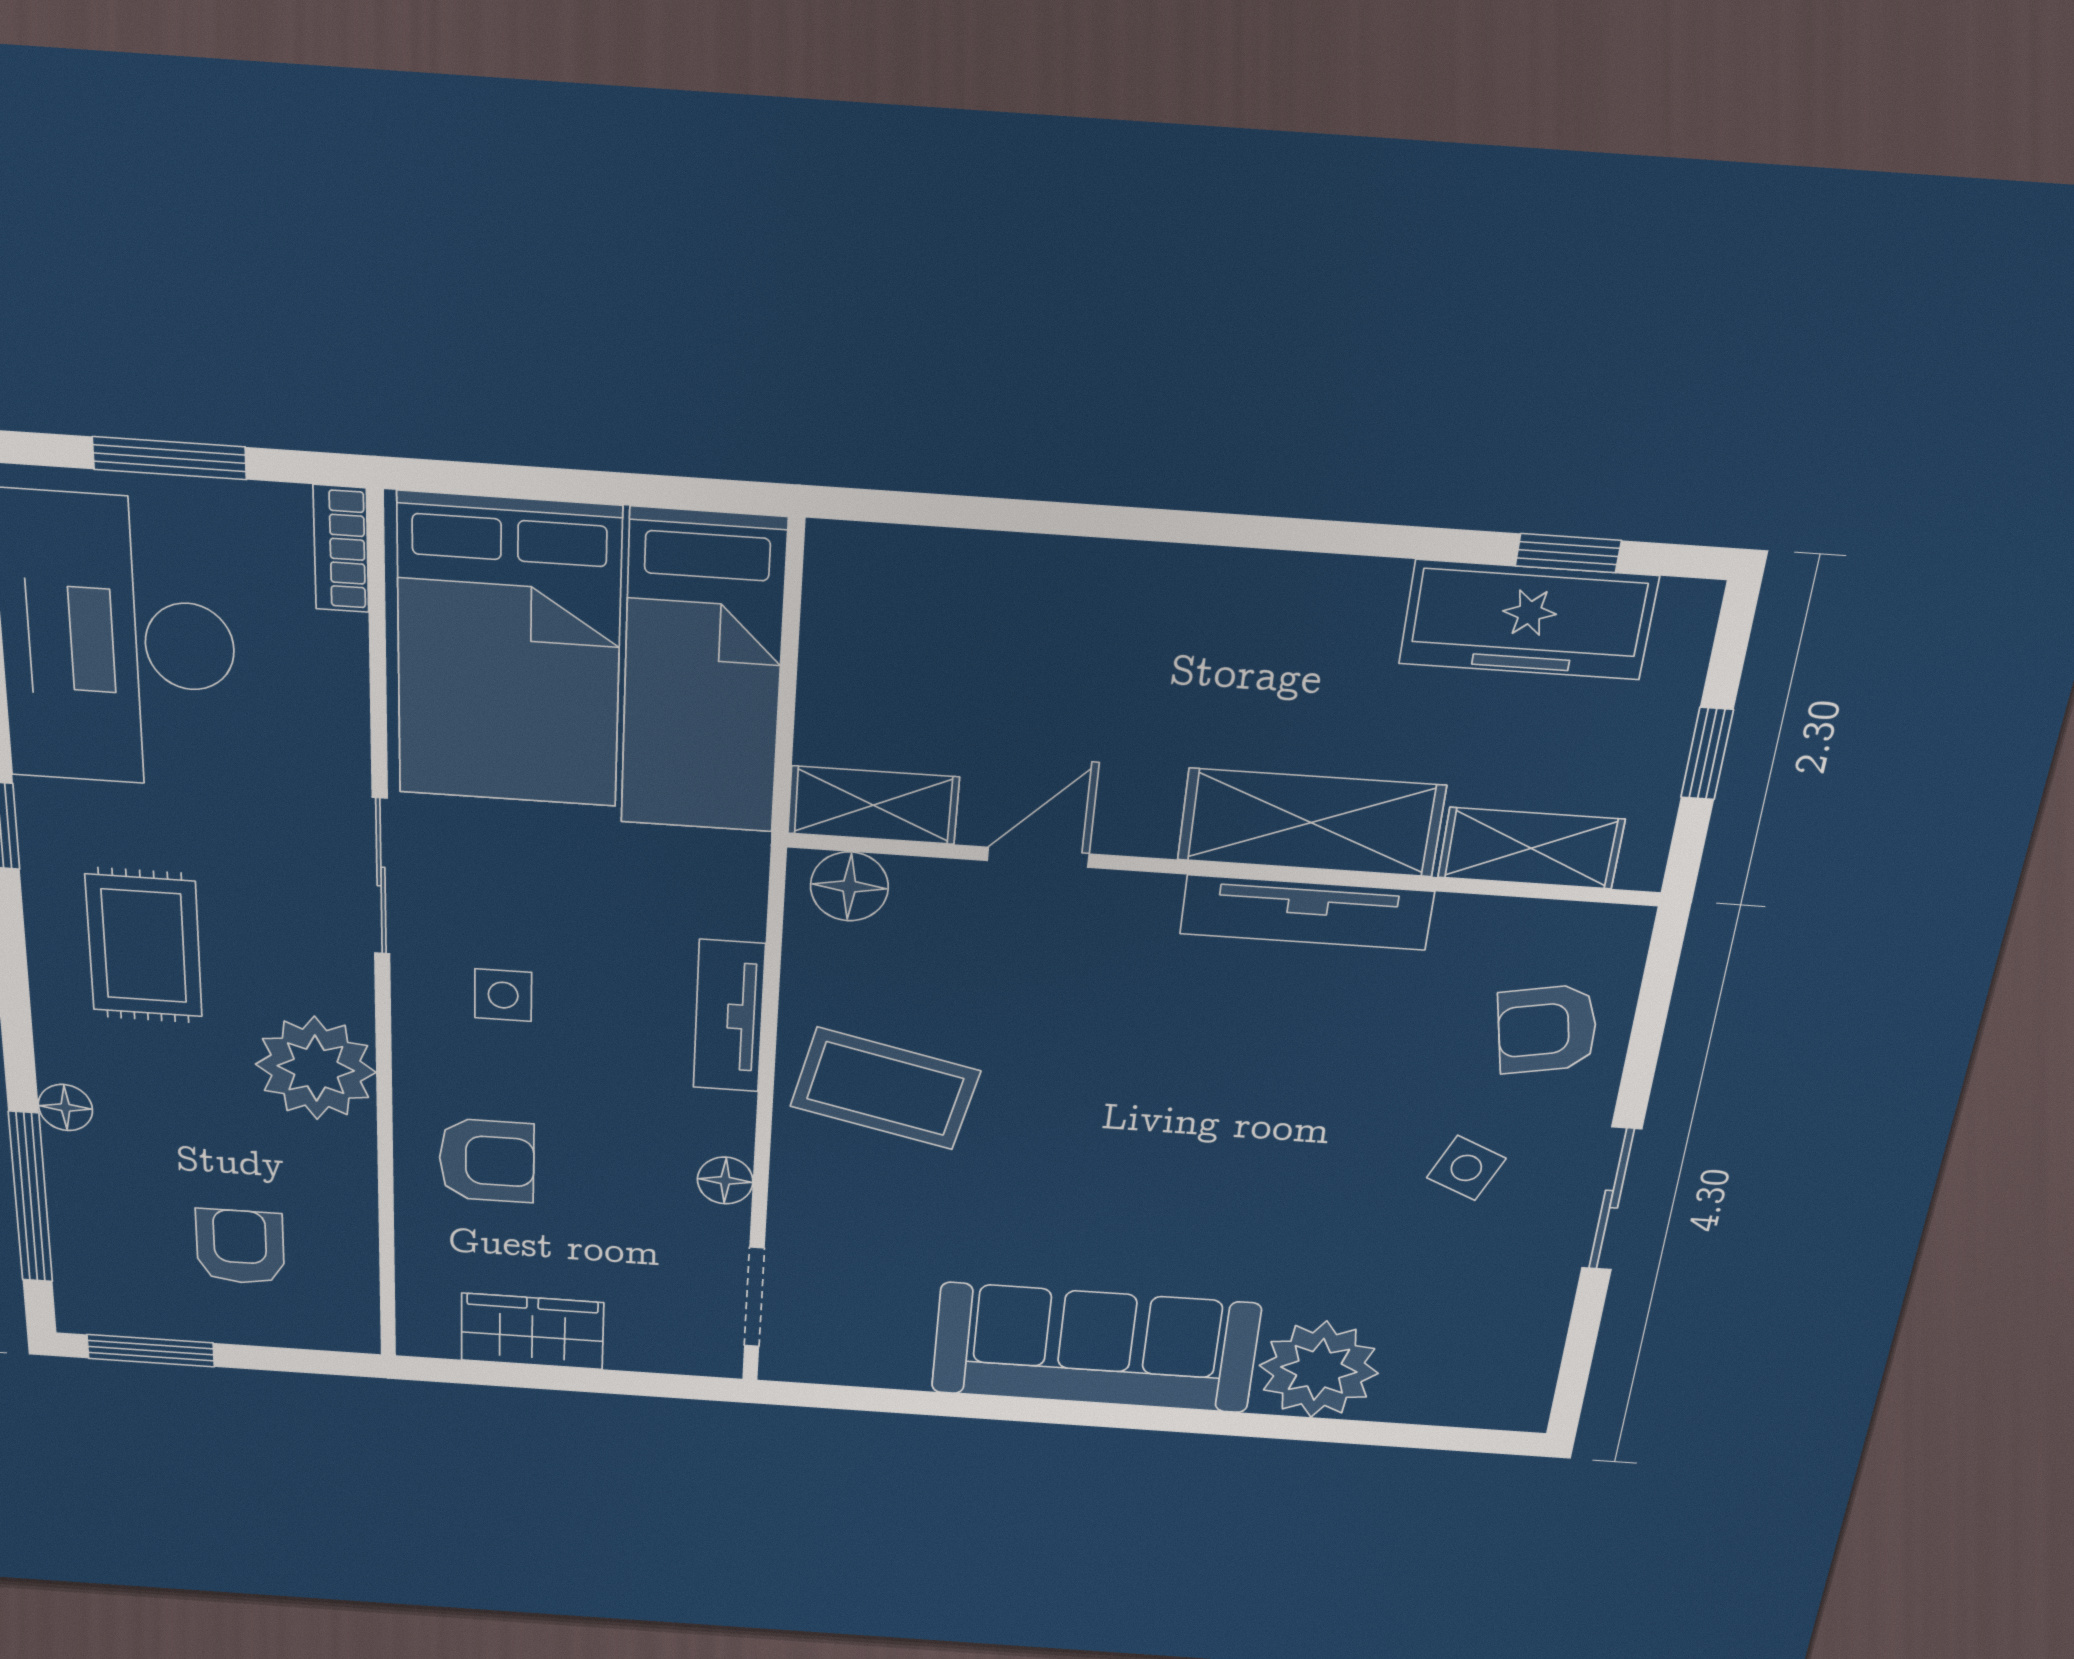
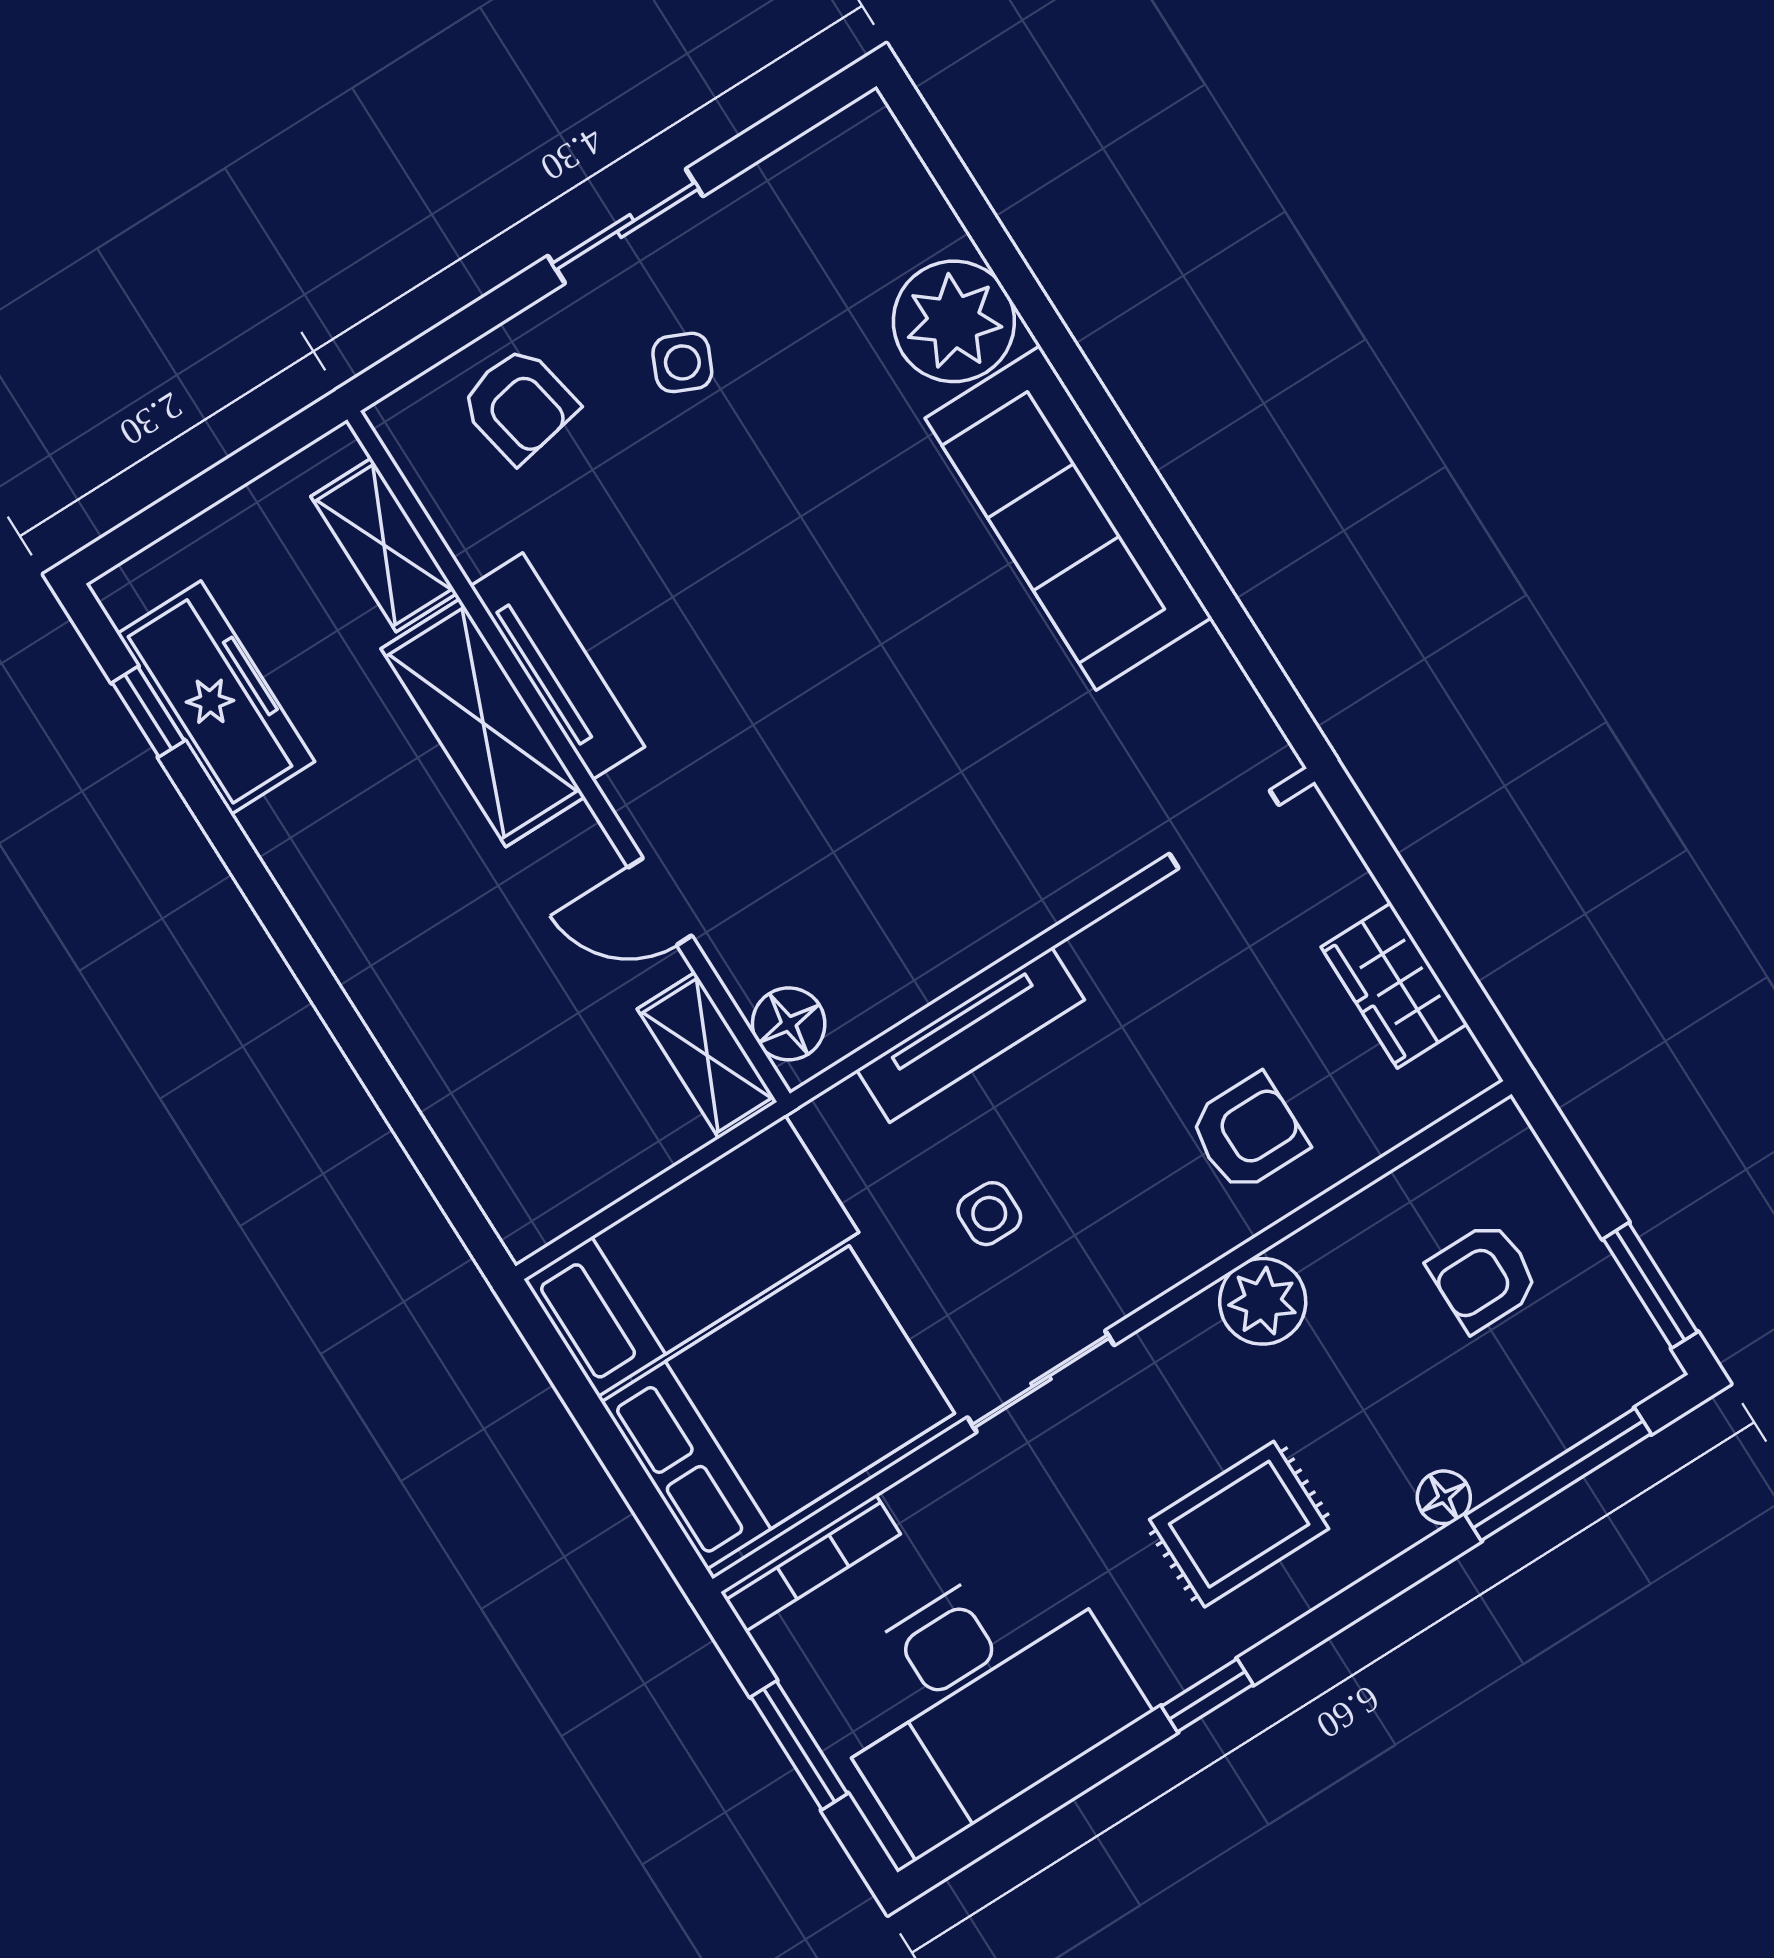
bookcase: (341, 549) -> (810, 1563), width x1.56
window: (1707, 754) -> (219, 482), removed
side table: (503, 995) -> (989, 1214), moved
tv unit: (729, 1016) -> (971, 1035), width x1.41
plant: (316, 1068) -> (1263, 1301), width x0.73, depth x0.73
coffee table: (885, 1089) -> (947, 868), removed
armchair: (487, 1161) -> (1248, 1133), turned 90
floor lamp: (725, 1180) -> (1127, 932), removed

